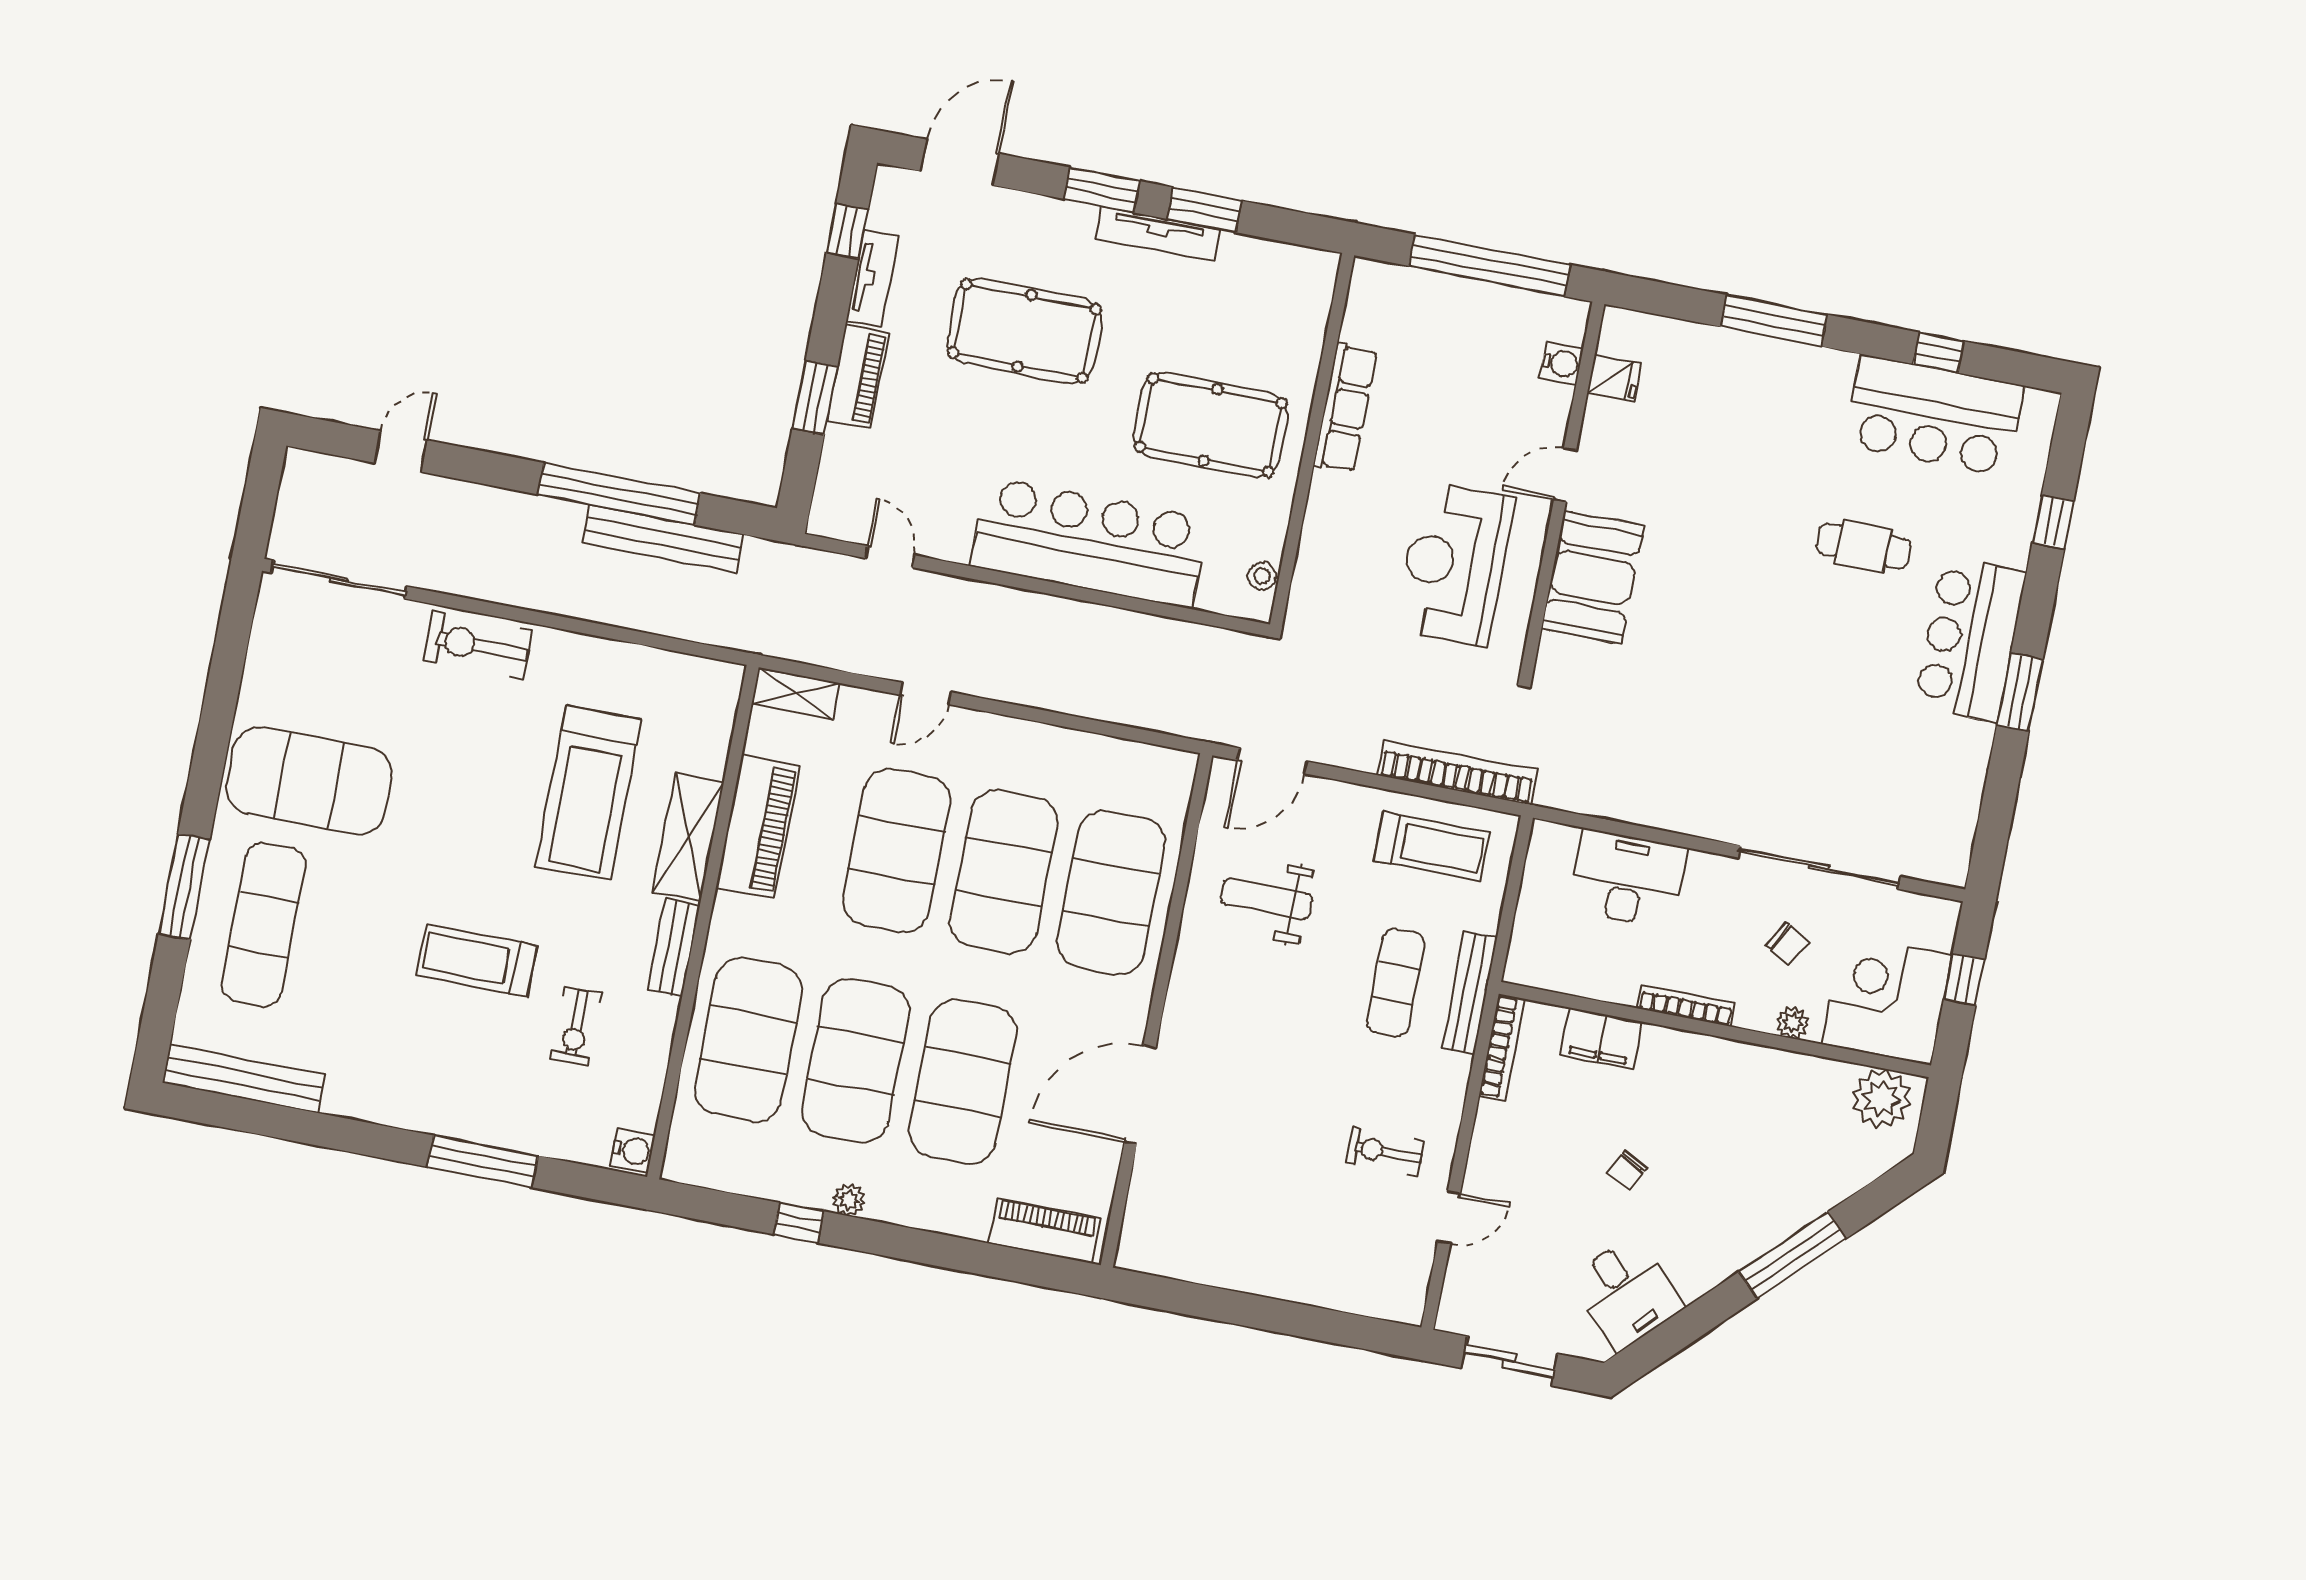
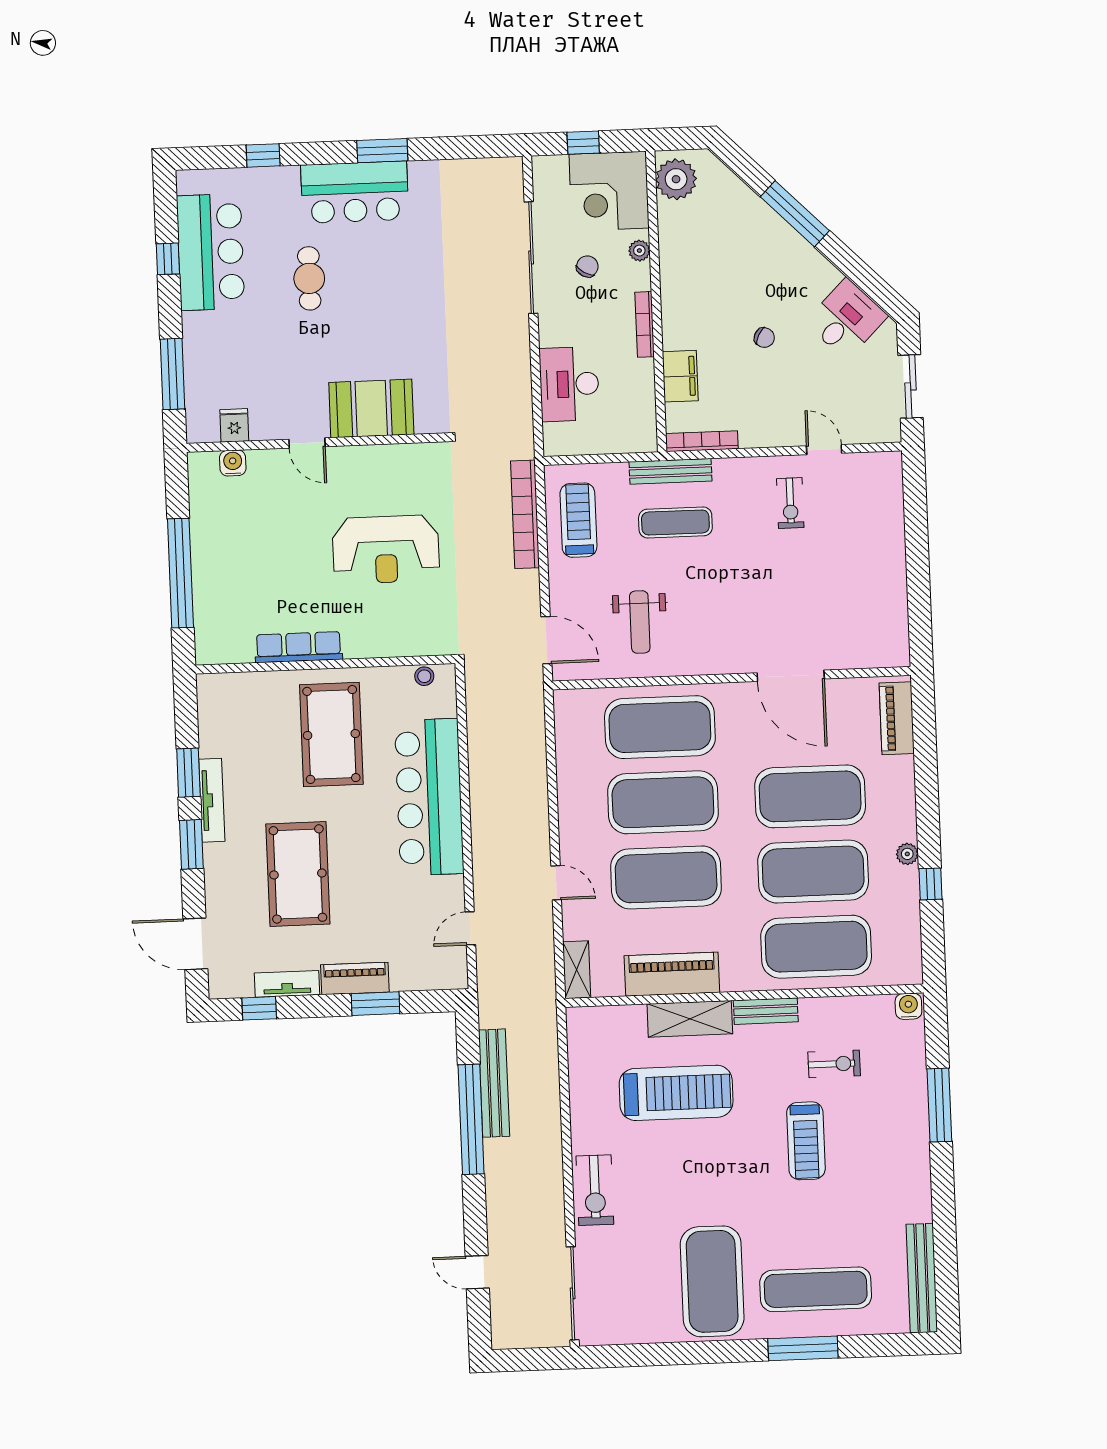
water cooler: (1561, 363) -> (233, 463), moved
fridge: (1614, 378) -> (234, 425), moved
door: (1565, 475) -> (307, 443), moved
wall: (1562, 489) -> (316, 443), moved
booth: (1592, 578) -> (371, 408), moved

